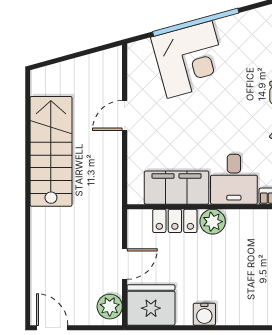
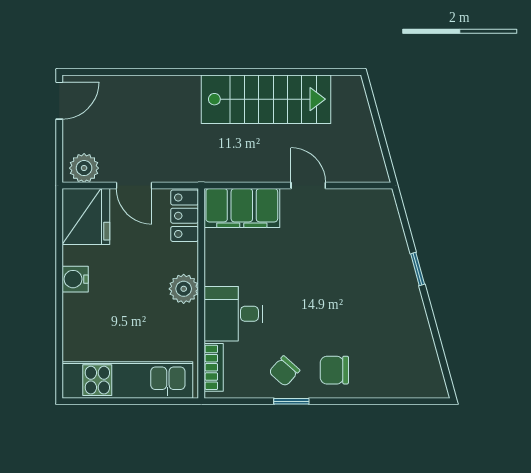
window: (196, 22) -> (418, 269), width x0.32
corner desk: (190, 60) -> (374, 262), removed
filing cabinet: (177, 188) -> (242, 208), moved, turned 90
locker: (175, 221) -> (185, 216), moved

